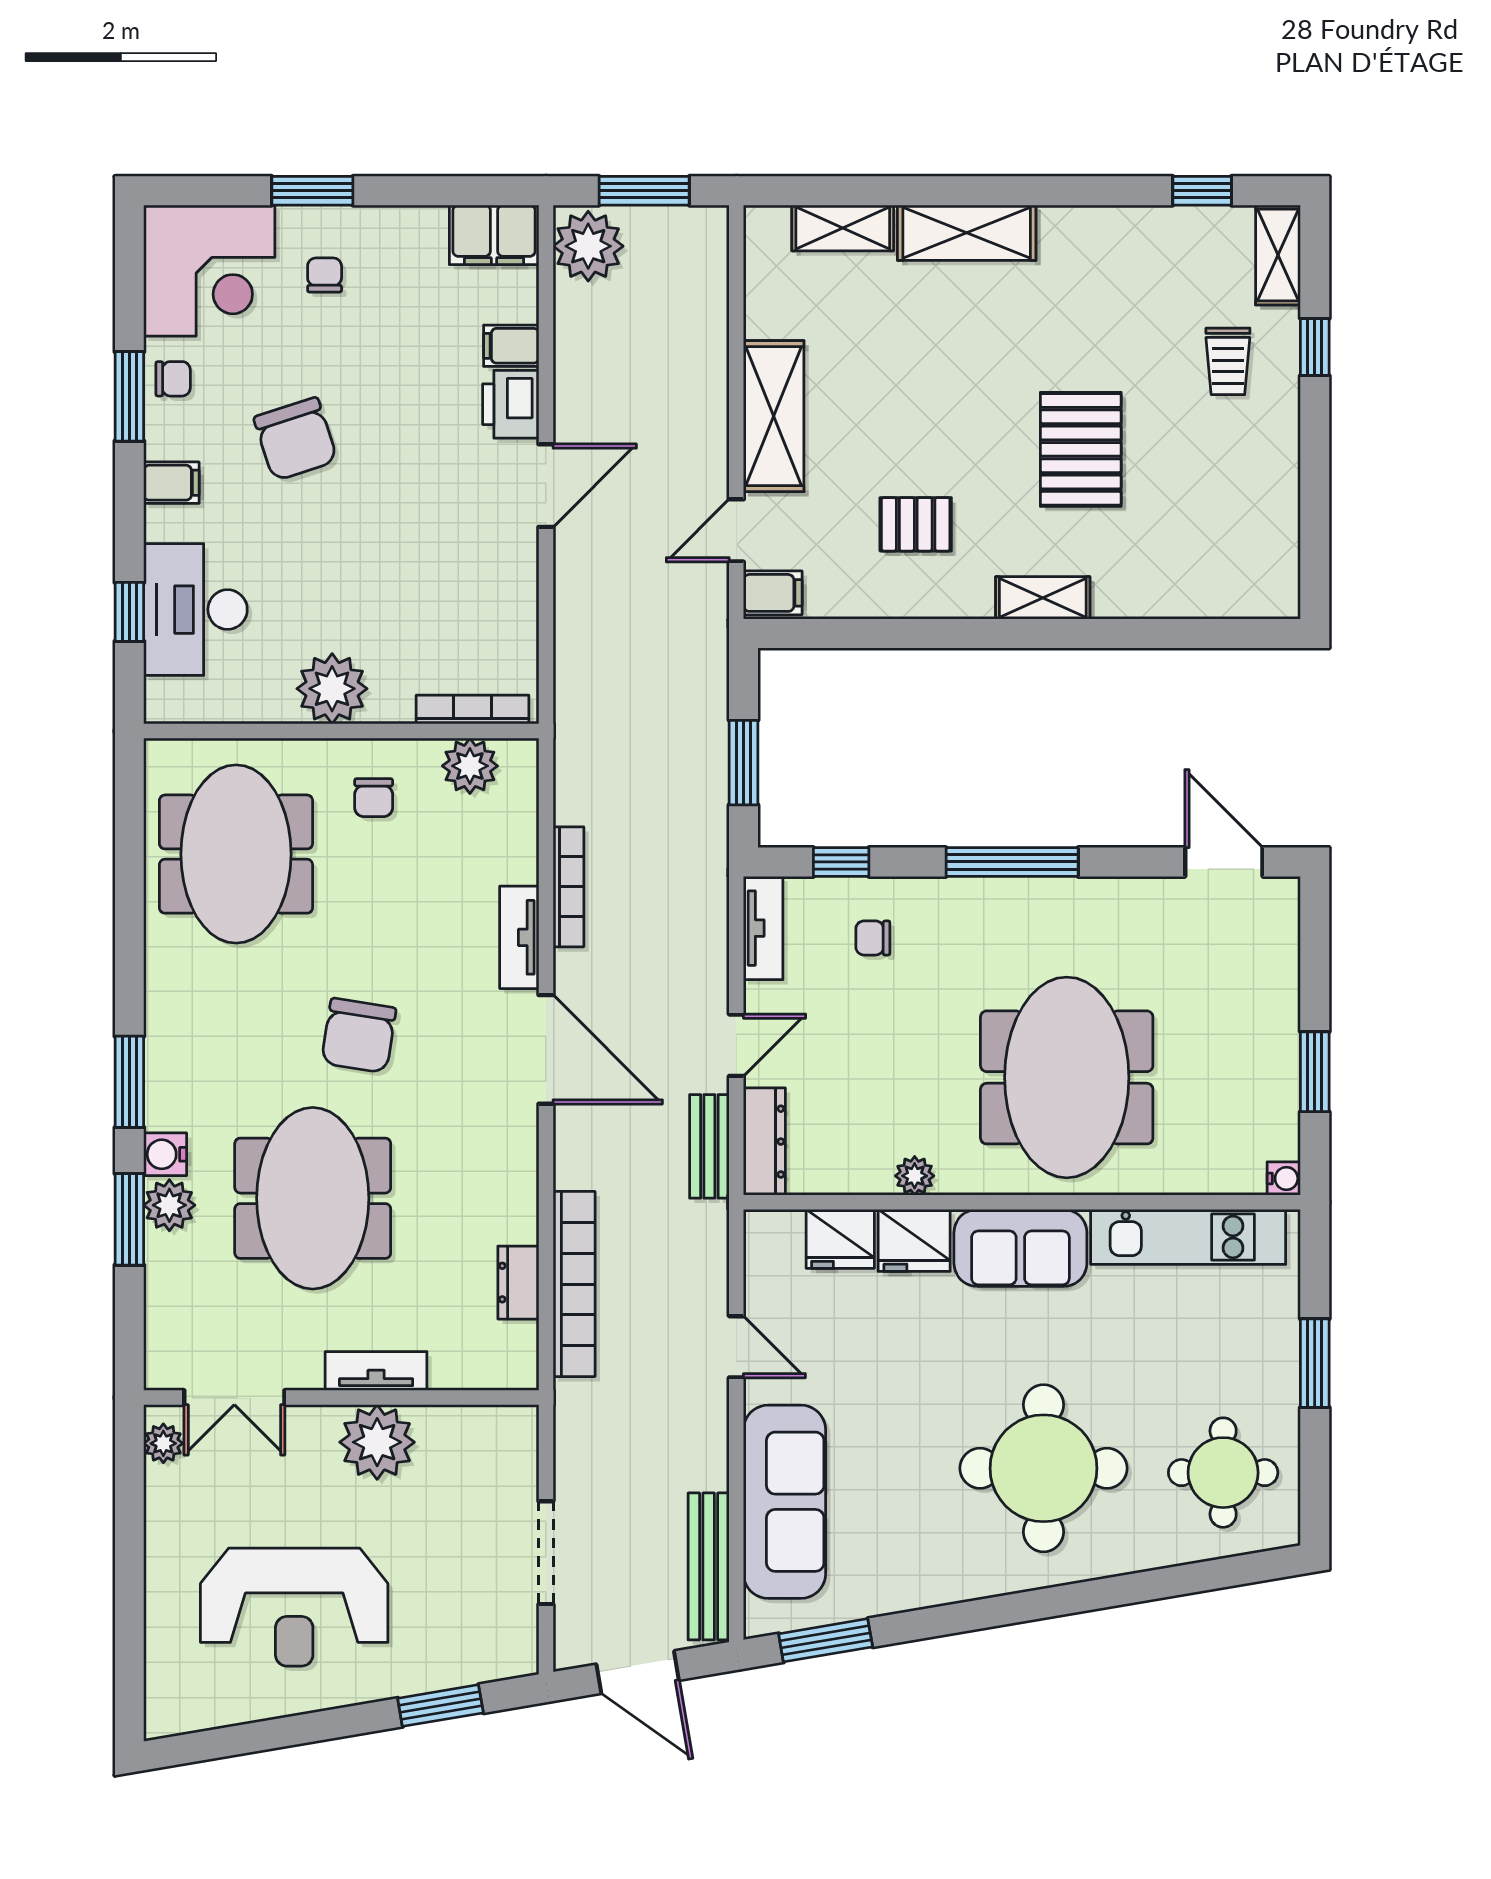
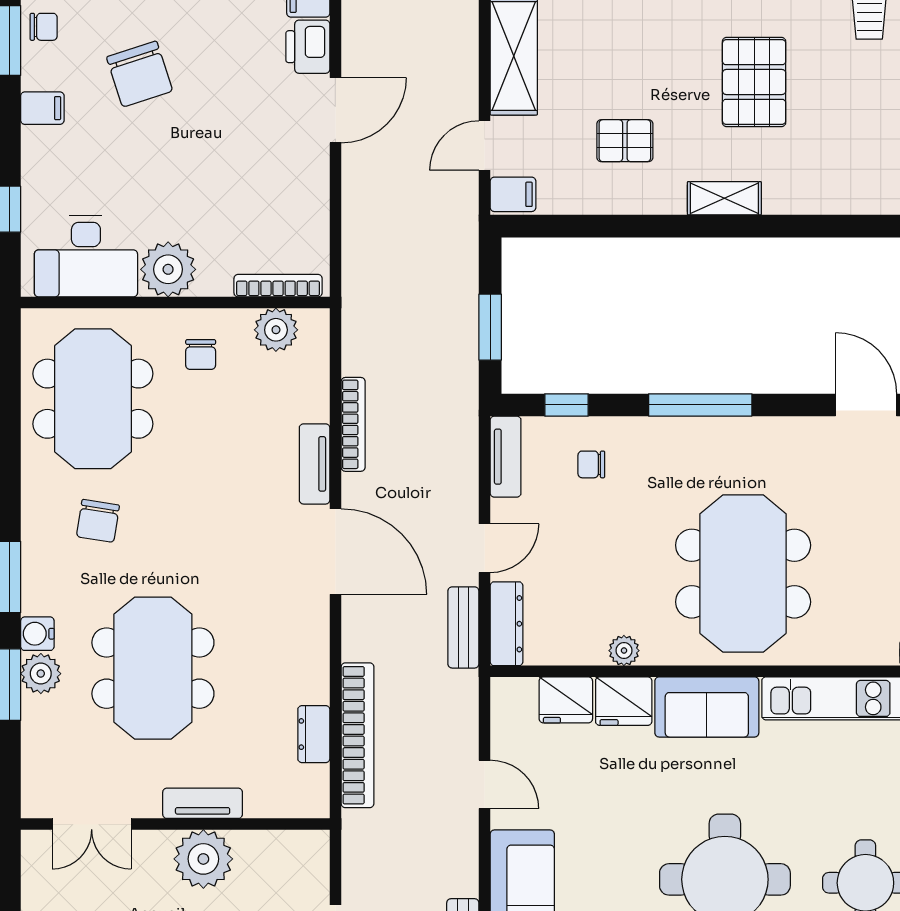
desk: (195, 610) -> (86, 256), moved, turned -90
chair: (359, 1036) -> (98, 521), moved, width x0.73, depth x0.73
plant: (163, 1443) -> (36, 860), removed

